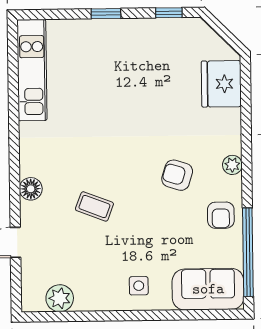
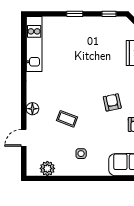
armchair: (177, 175) -> (112, 102), turned 61
side table: (139, 286) -> (81, 154), moved

